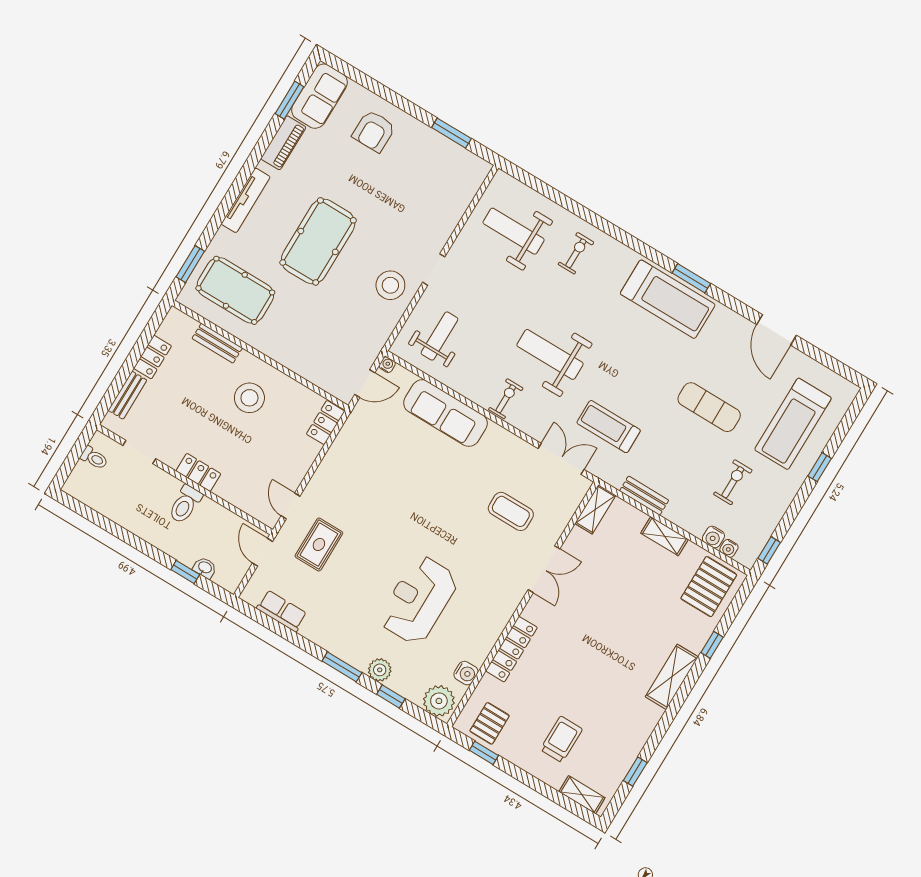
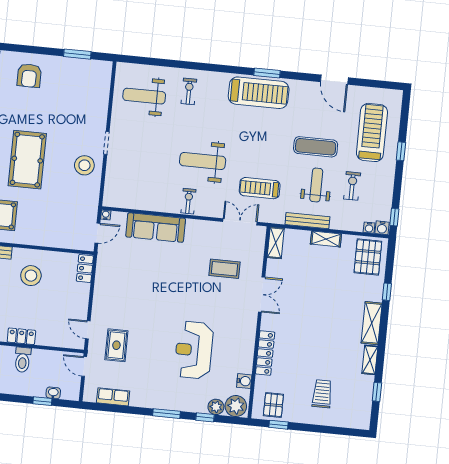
weight bench: (439, 336) -> (316, 185), moved
treadmill: (793, 424) -> (372, 132), turned 180
bench: (644, 496) -> (307, 221), width x1.36
water cooler: (713, 537) -> (382, 228), moved
plant: (380, 670) -> (216, 407), moved
shelving: (582, 795) -> (370, 360), moved, turned 90

